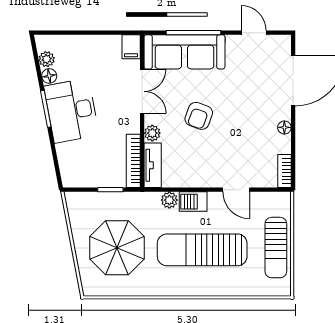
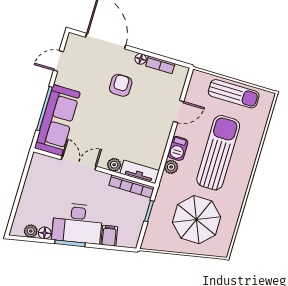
filing cabinet: (131, 47) -> (109, 236), moved, turned -101
armchair: (199, 116) -> (121, 85), moved, turned -110
bookcase: (284, 171) -> (160, 65), moved
sun lounger: (202, 250) -> (218, 153), turned 180

